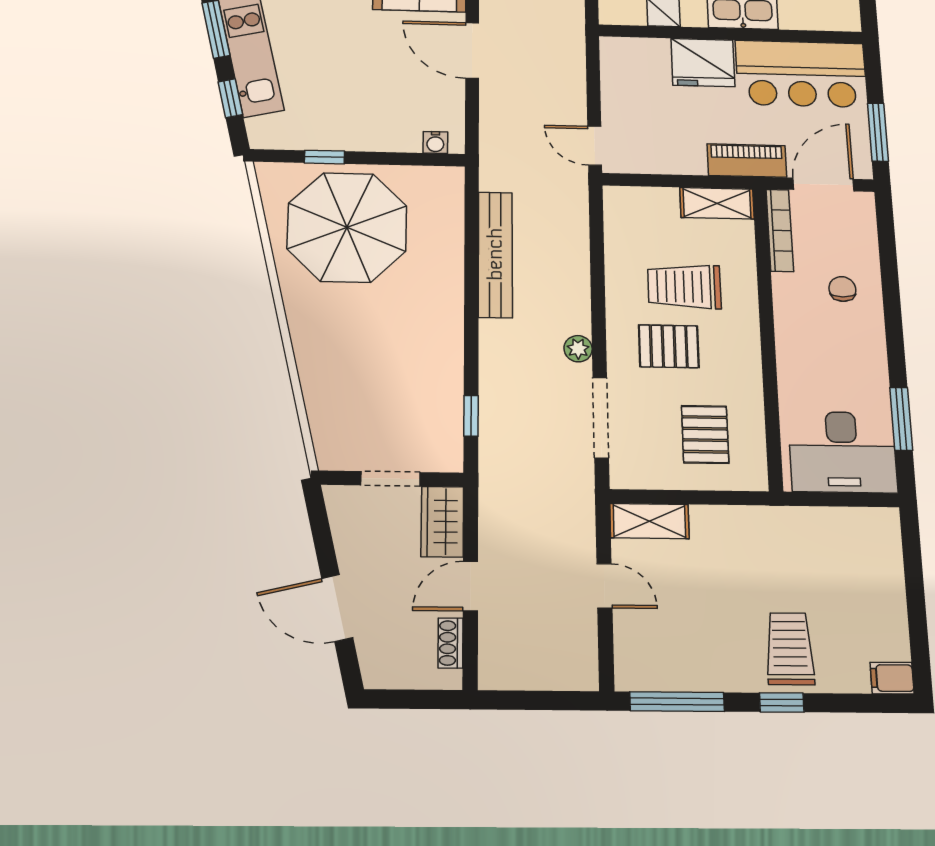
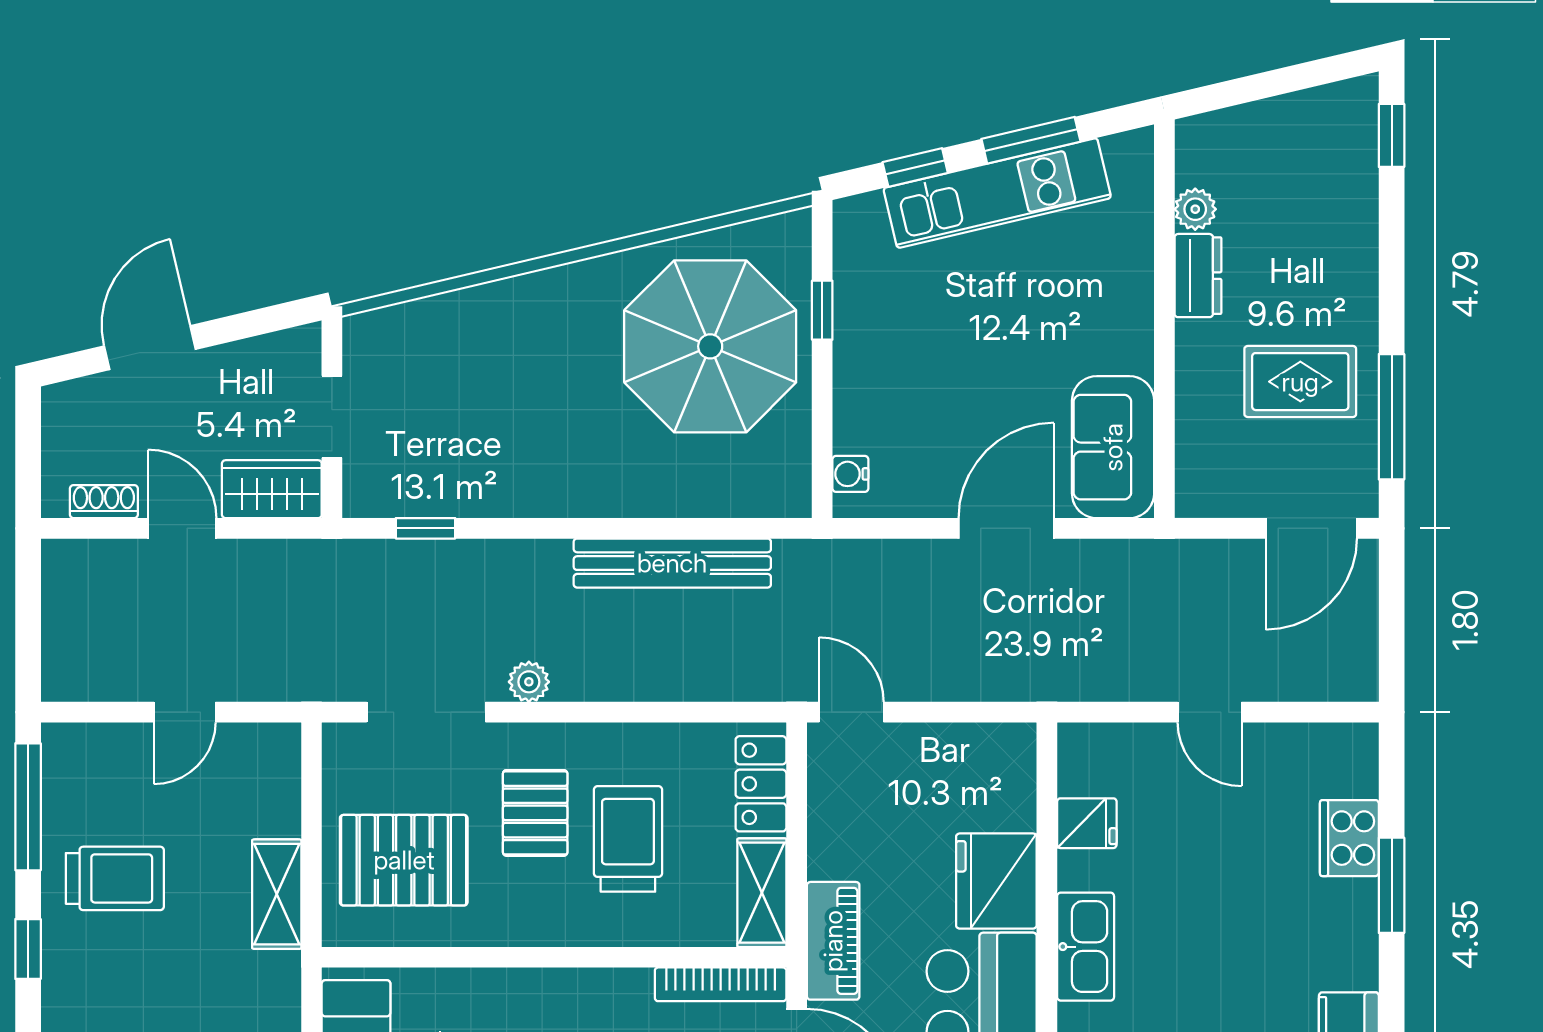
door: (595, 146) -> (851, 712), hinge flipped
locker: (644, 202) -> (761, 784), added
pallet: (705, 434) -> (404, 860), width x1.50, depth x1.42
shelving: (649, 521) -> (277, 894), moved
trolley: (790, 649) -> (115, 878), moved

